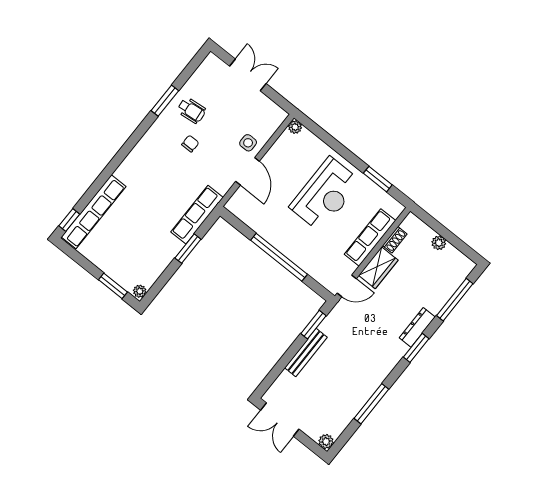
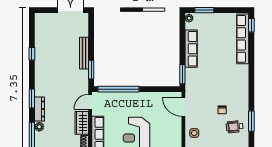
door: (248, 171) -> (183, 107), moved
row of seats: (197, 215) -> (191, 49), moved
window: (188, 249) -> (182, 74), moved
window: (279, 257) -> (118, 89), moved
window: (371, 404) -> (32, 54), width x0.46
plant: (326, 442) -> (39, 127), moved

